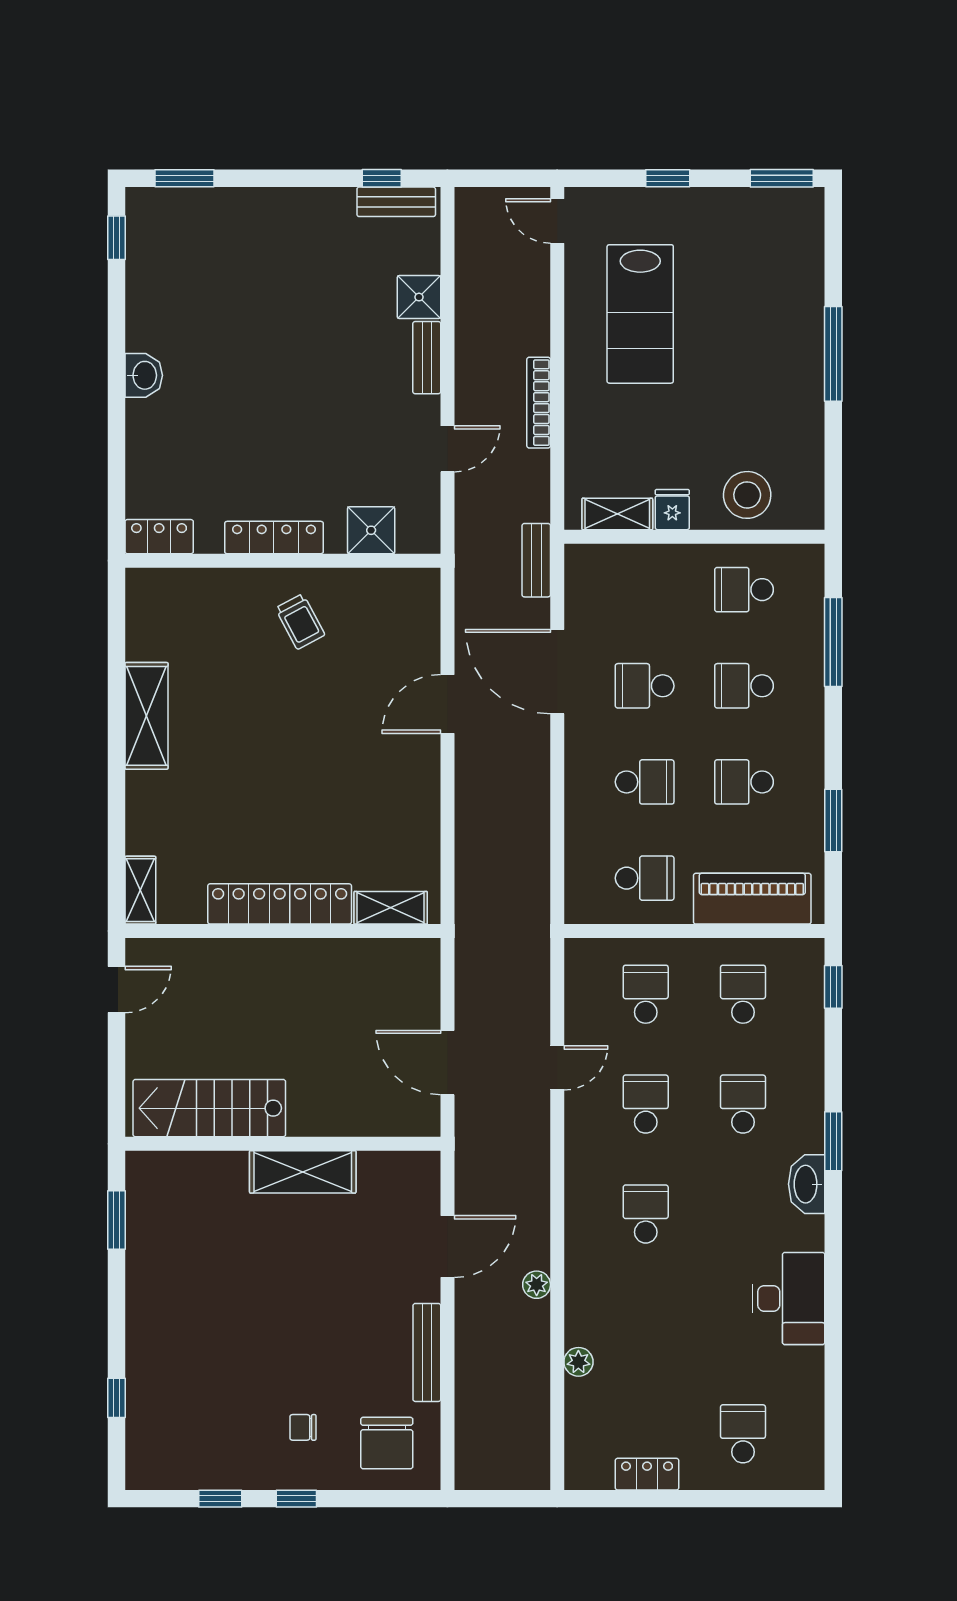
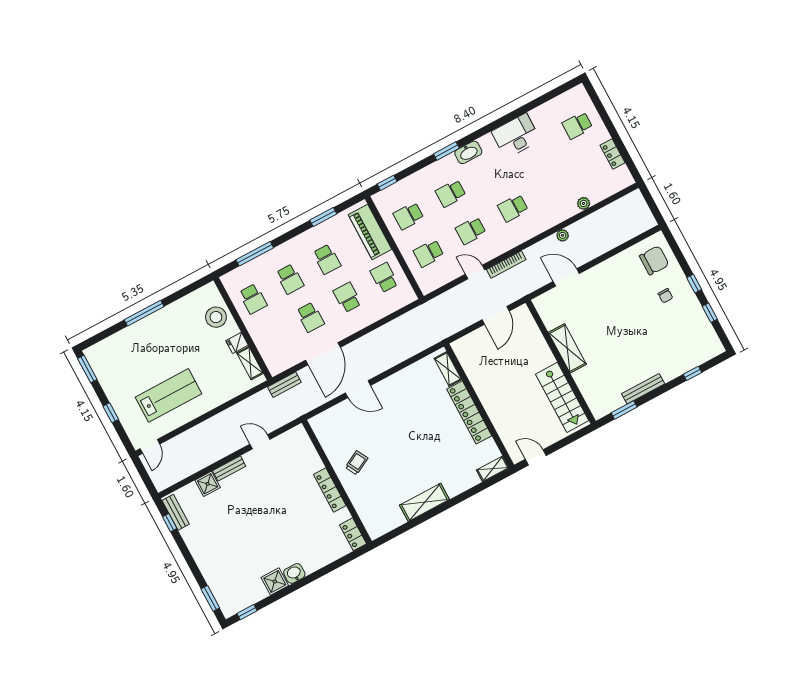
bookcase: (539, 403) -> (506, 265), moved
shower: (371, 530) -> (275, 581), moved
bench: (427, 1352) -> (643, 389), moved

